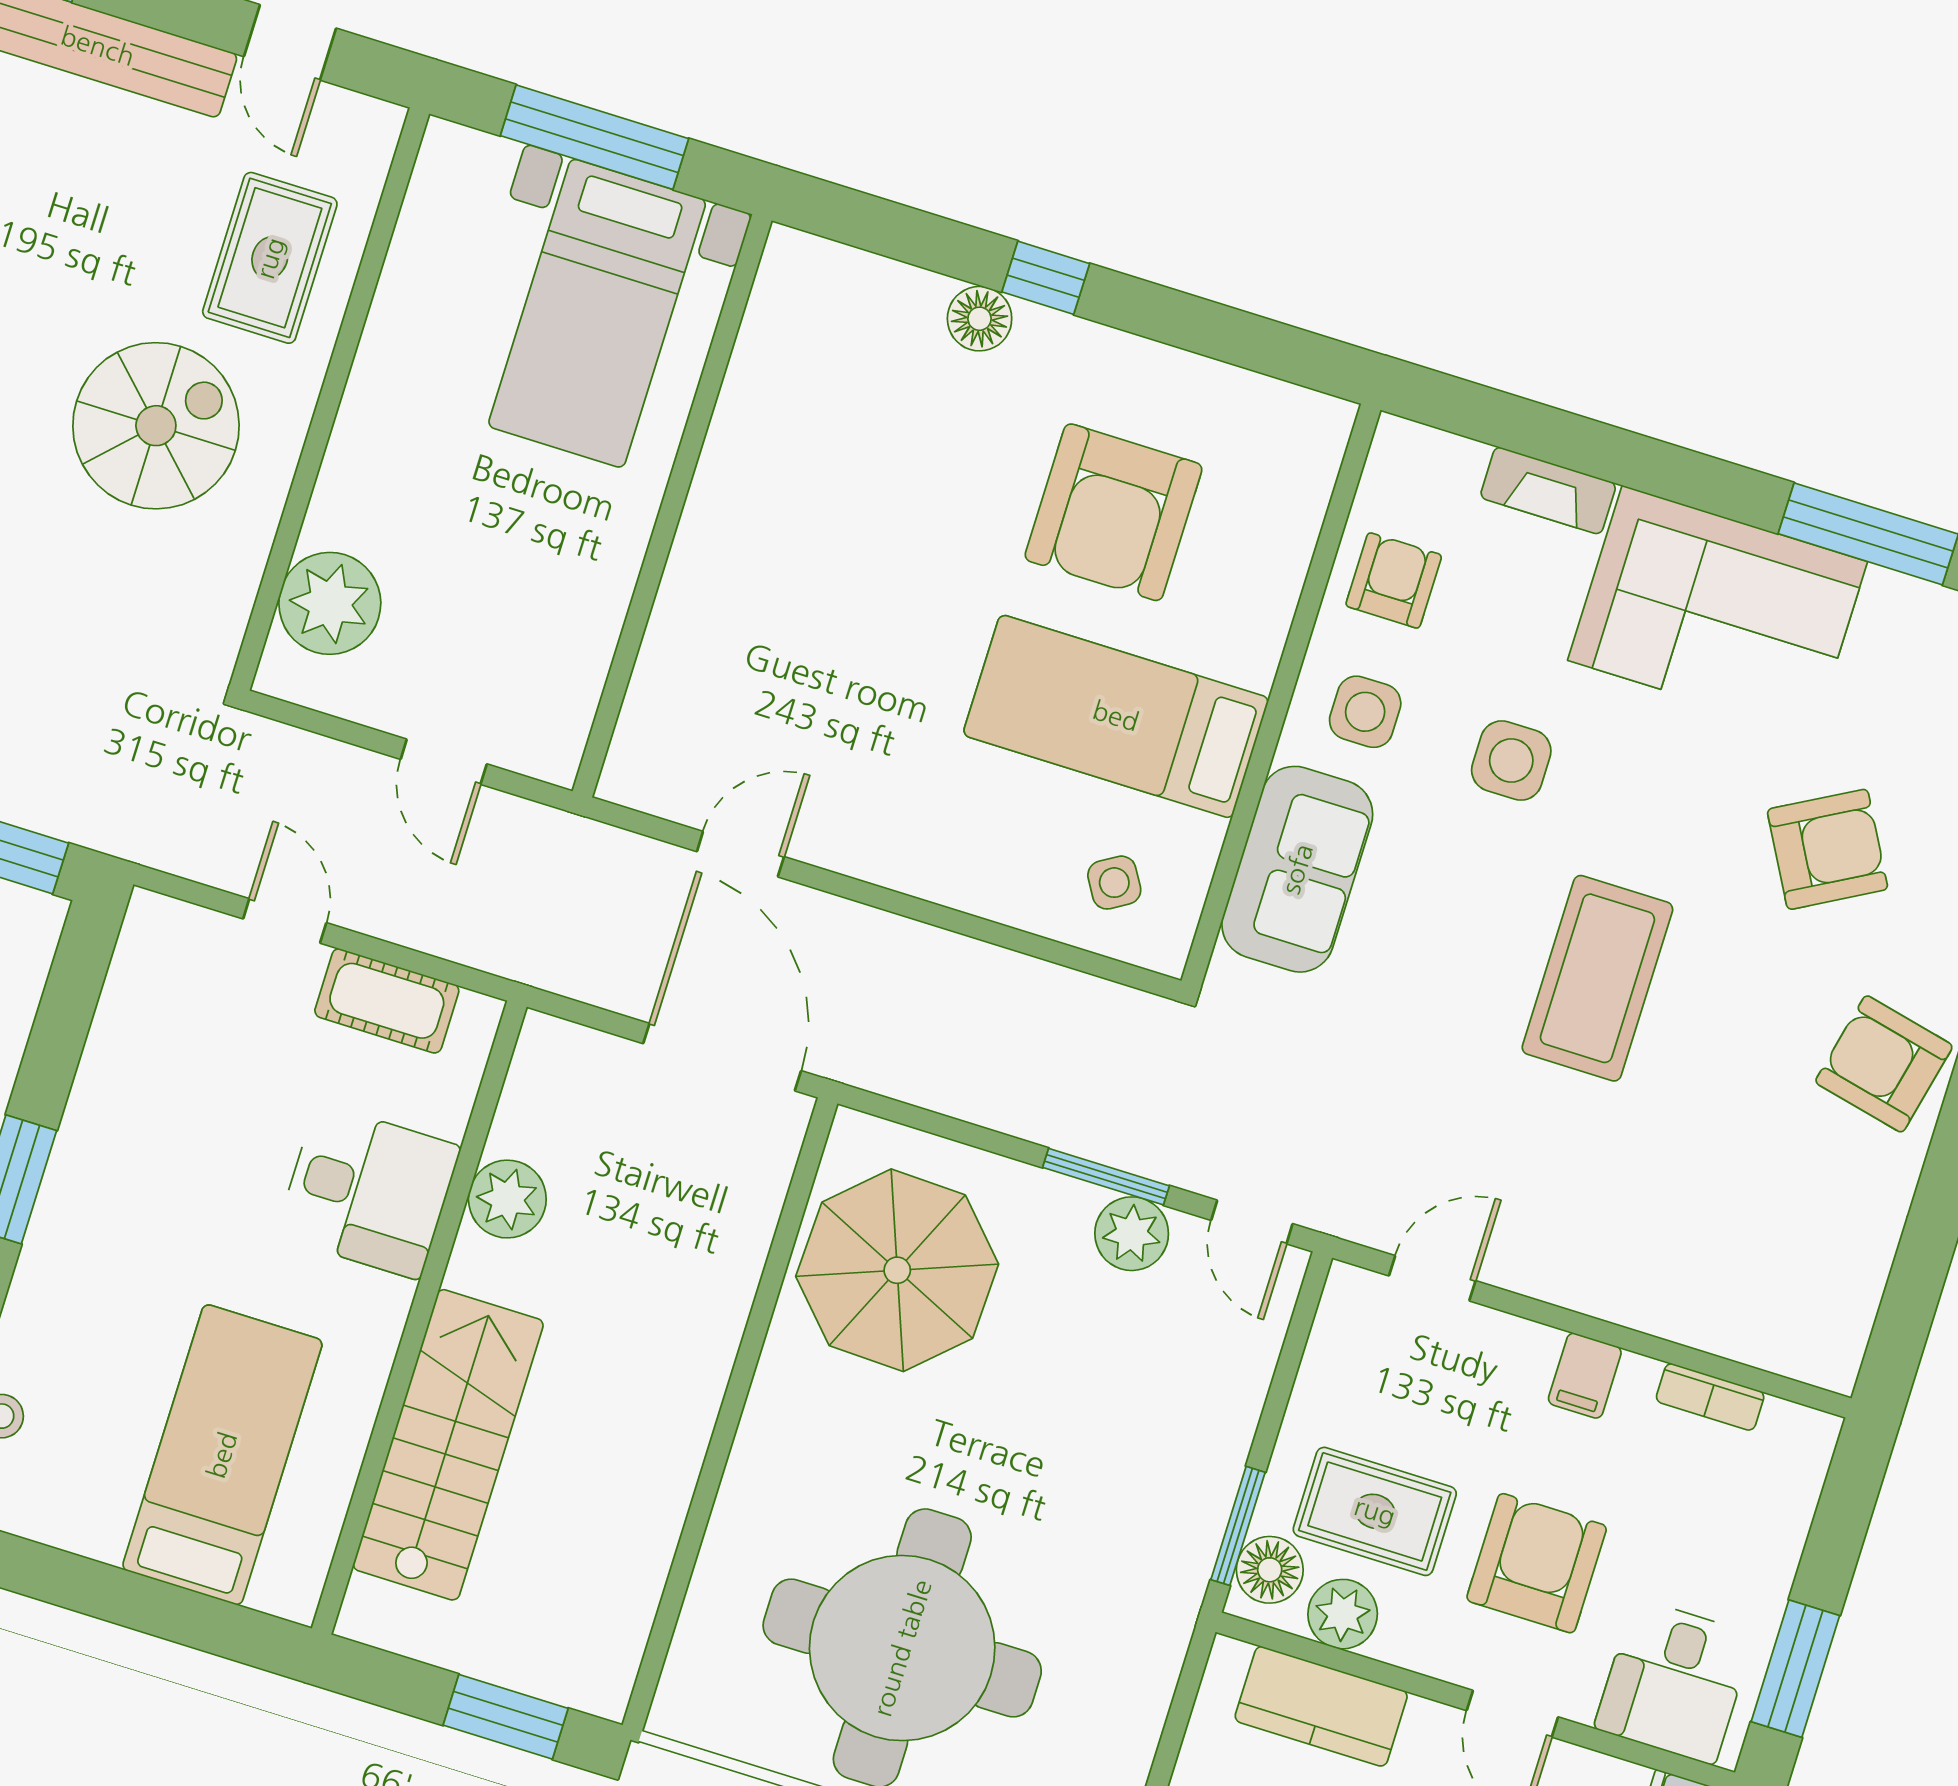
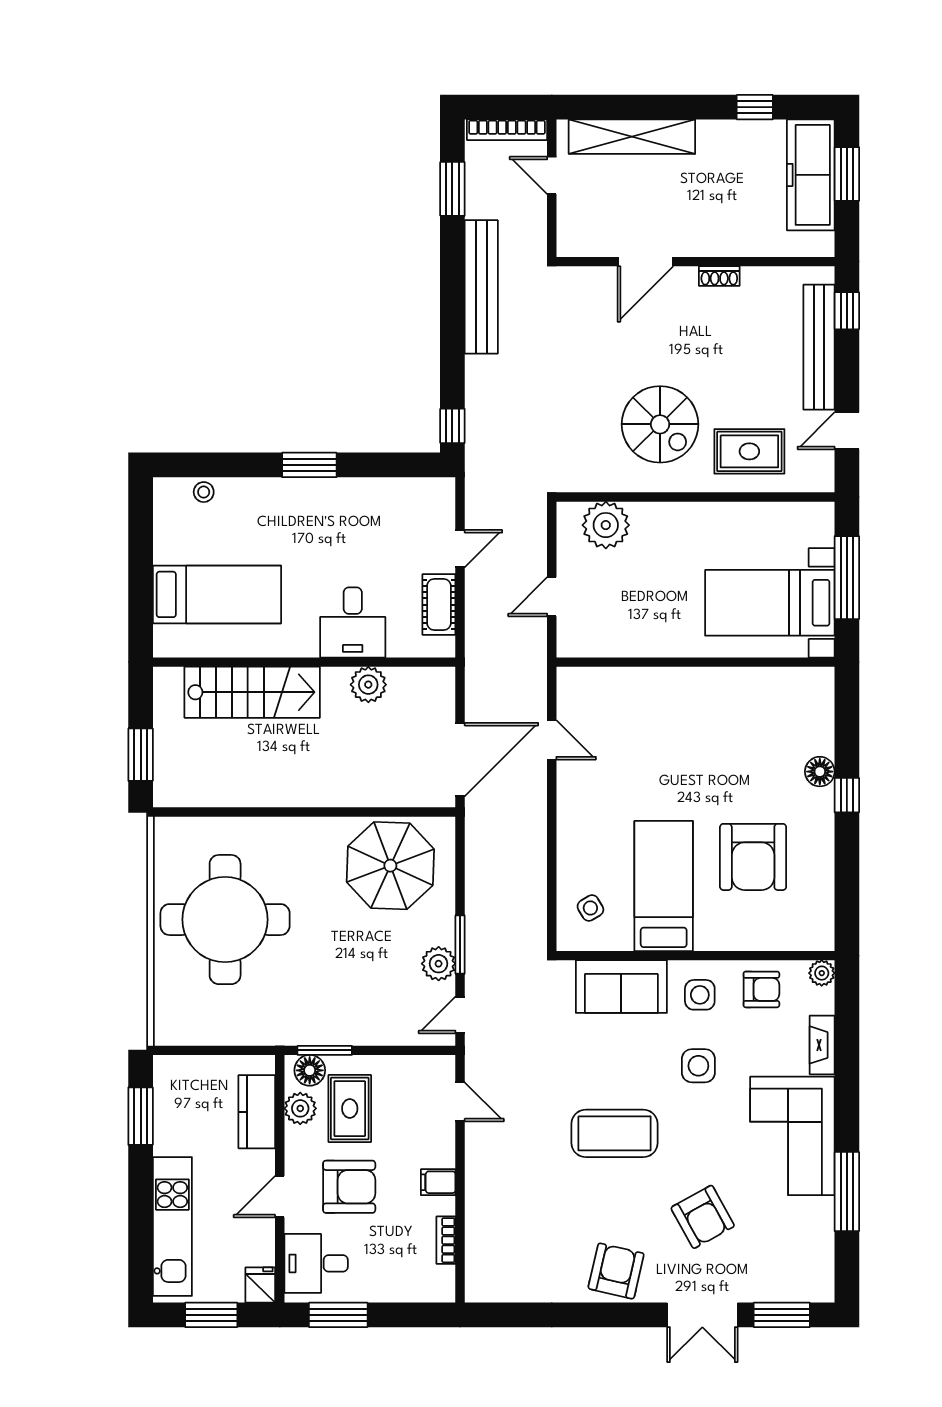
plant: (1399, 445) -> (822, 973), added
armchair: (1114, 512) -> (753, 857), turned -90

